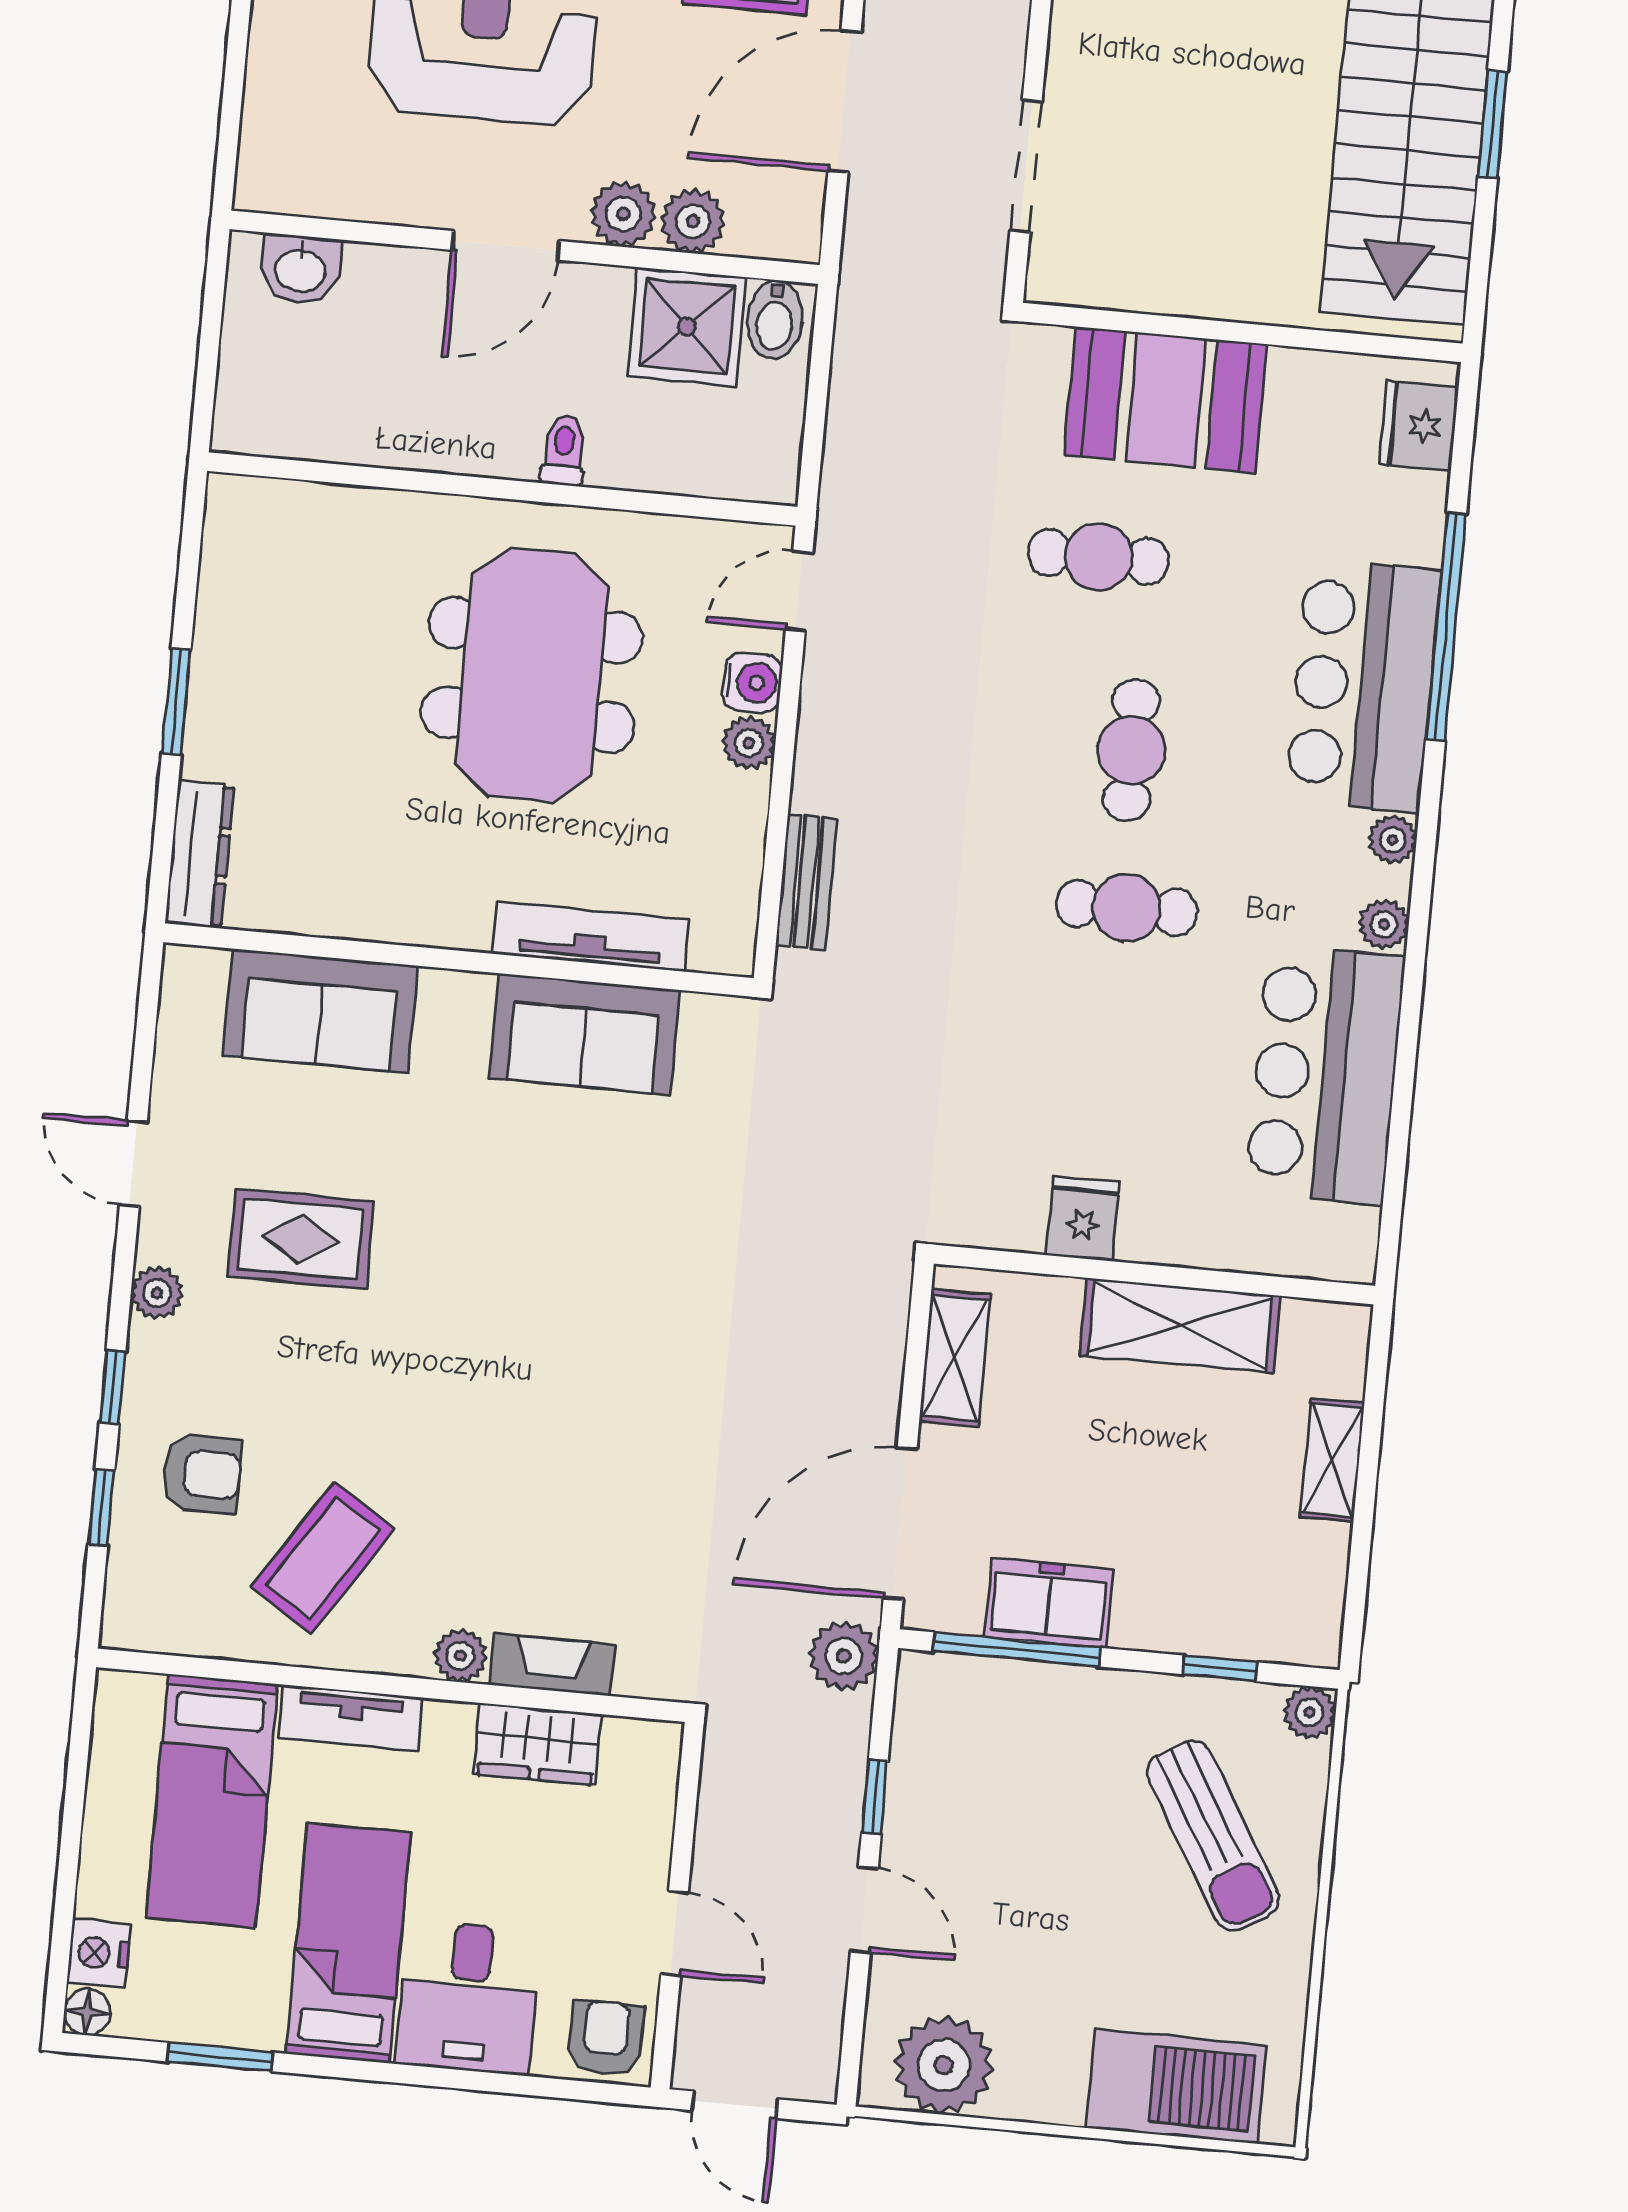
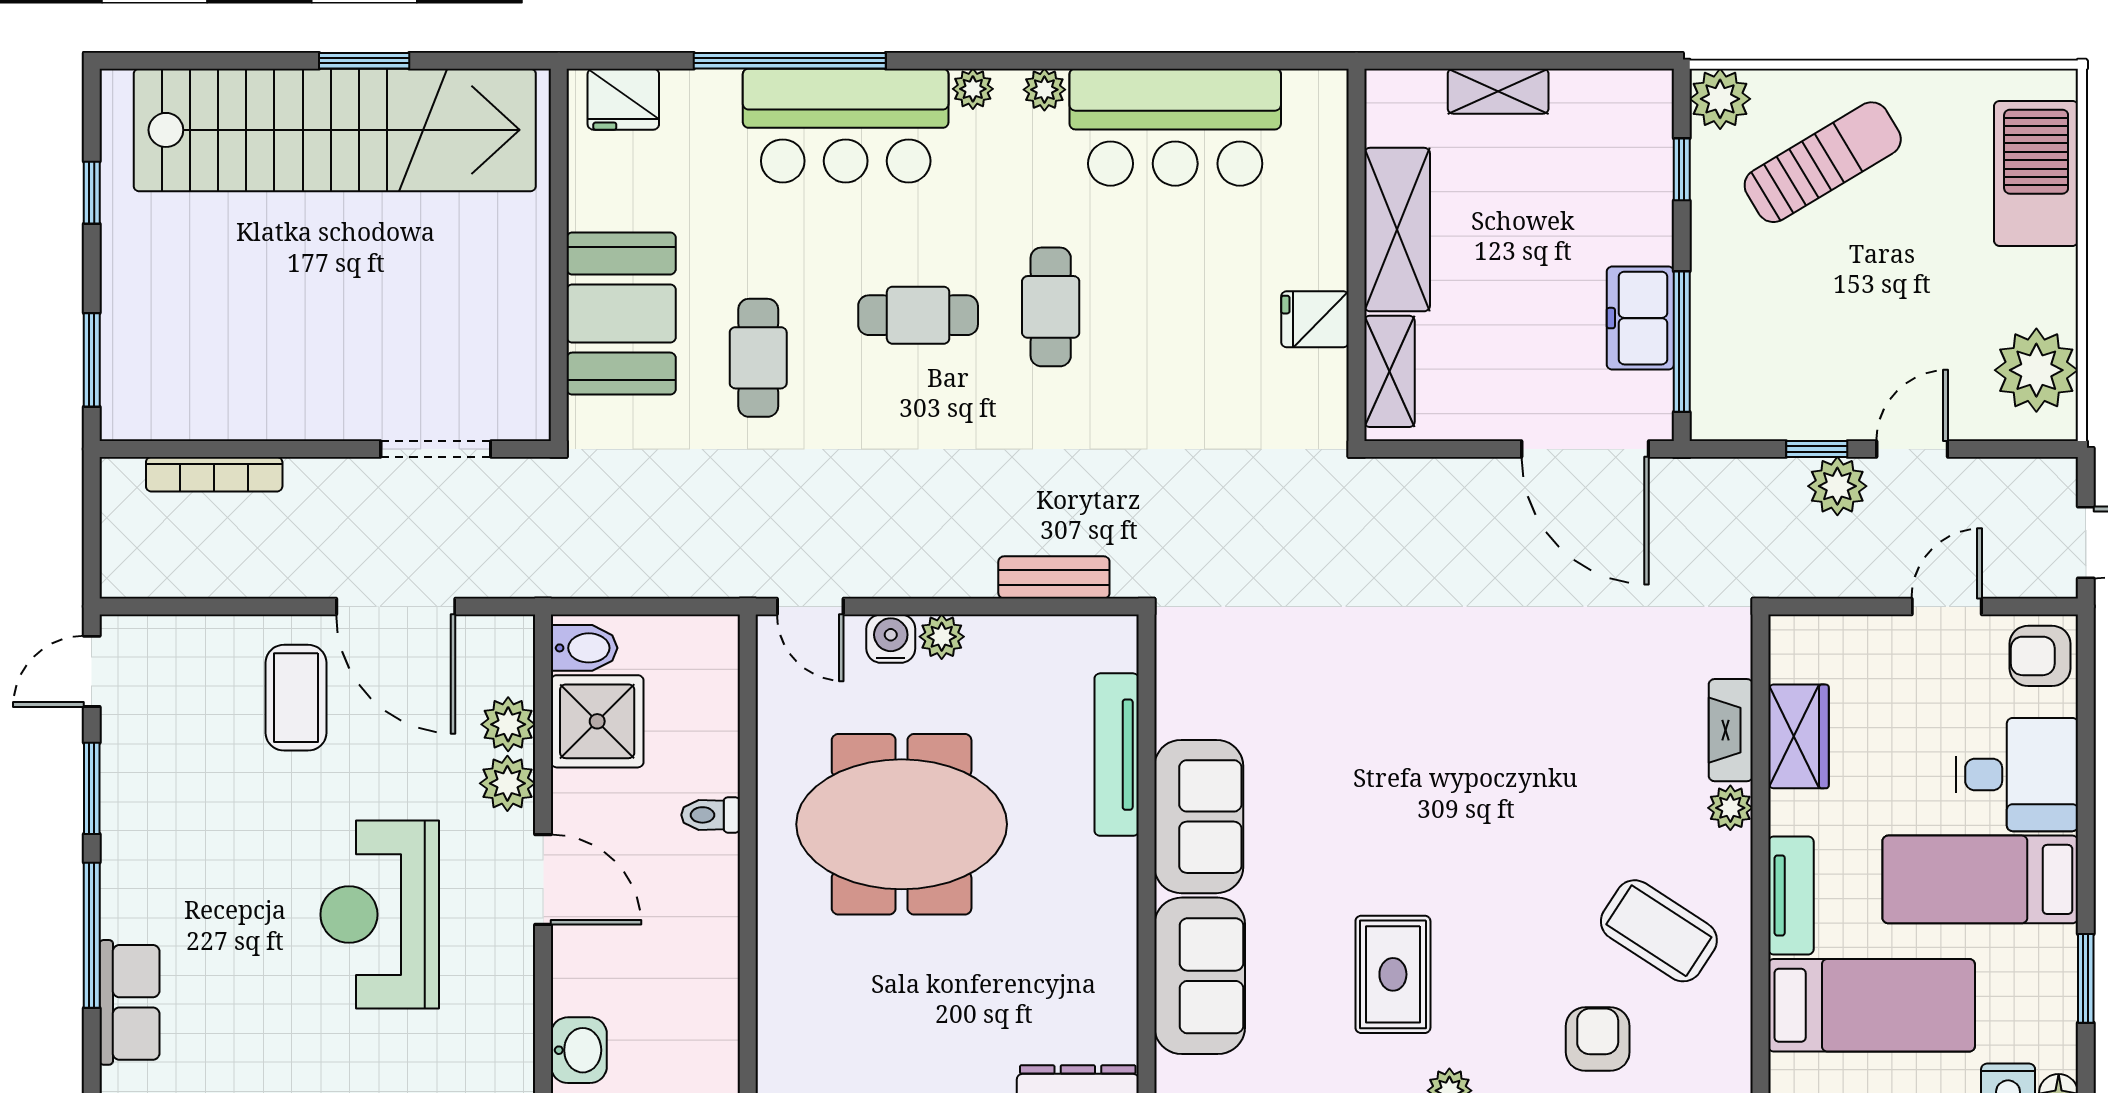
sofa: (584, 1034) -> (1199, 817), moved
shelving: (955, 1358) -> (1389, 371), moved, turned 90
plant: (844, 1656) -> (1837, 486), moved
plant: (1310, 1712) -> (1720, 99), width x1.38, depth x1.38

